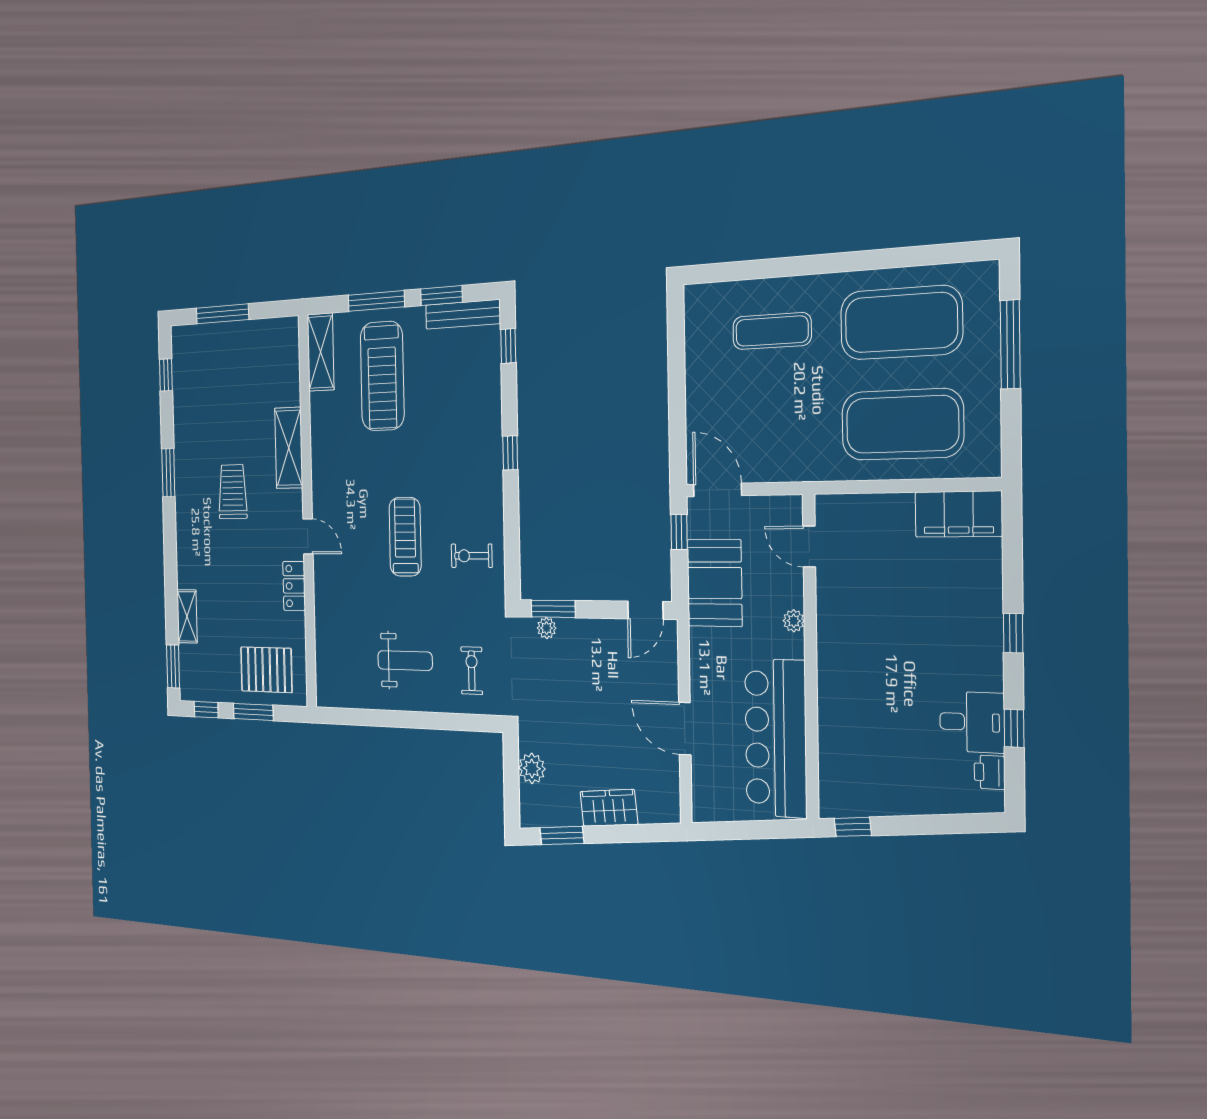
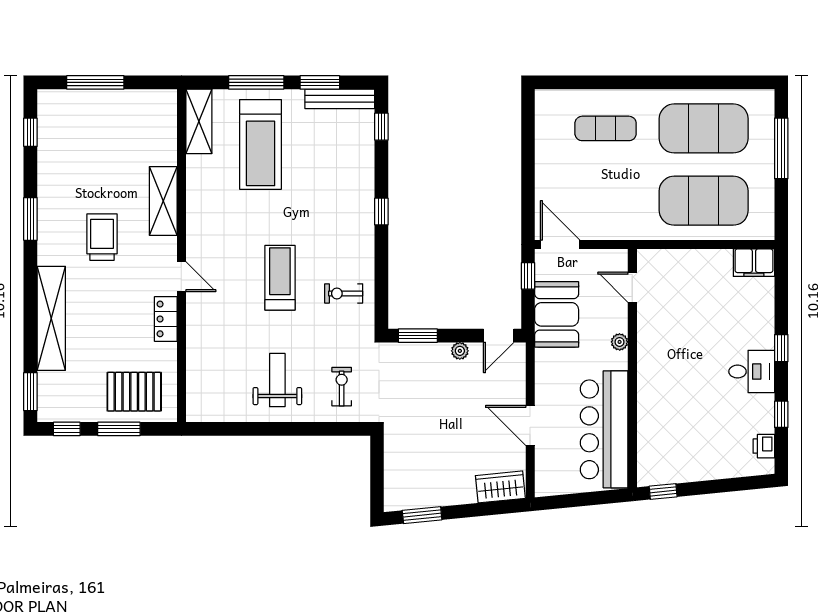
filing cabinet: (959, 514) -> (754, 263), width x0.67, depth x0.86
shelving: (187, 616) -> (51, 318), width x2.20, depth x1.33
plant: (547, 628) -> (460, 351), moved
weight bench: (405, 661) -> (277, 380), turned -90
desk: (972, 722) -> (752, 372), moved
plant: (532, 768) -> (396, 463), removed
wardrobe: (609, 808) -> (500, 487), moved

